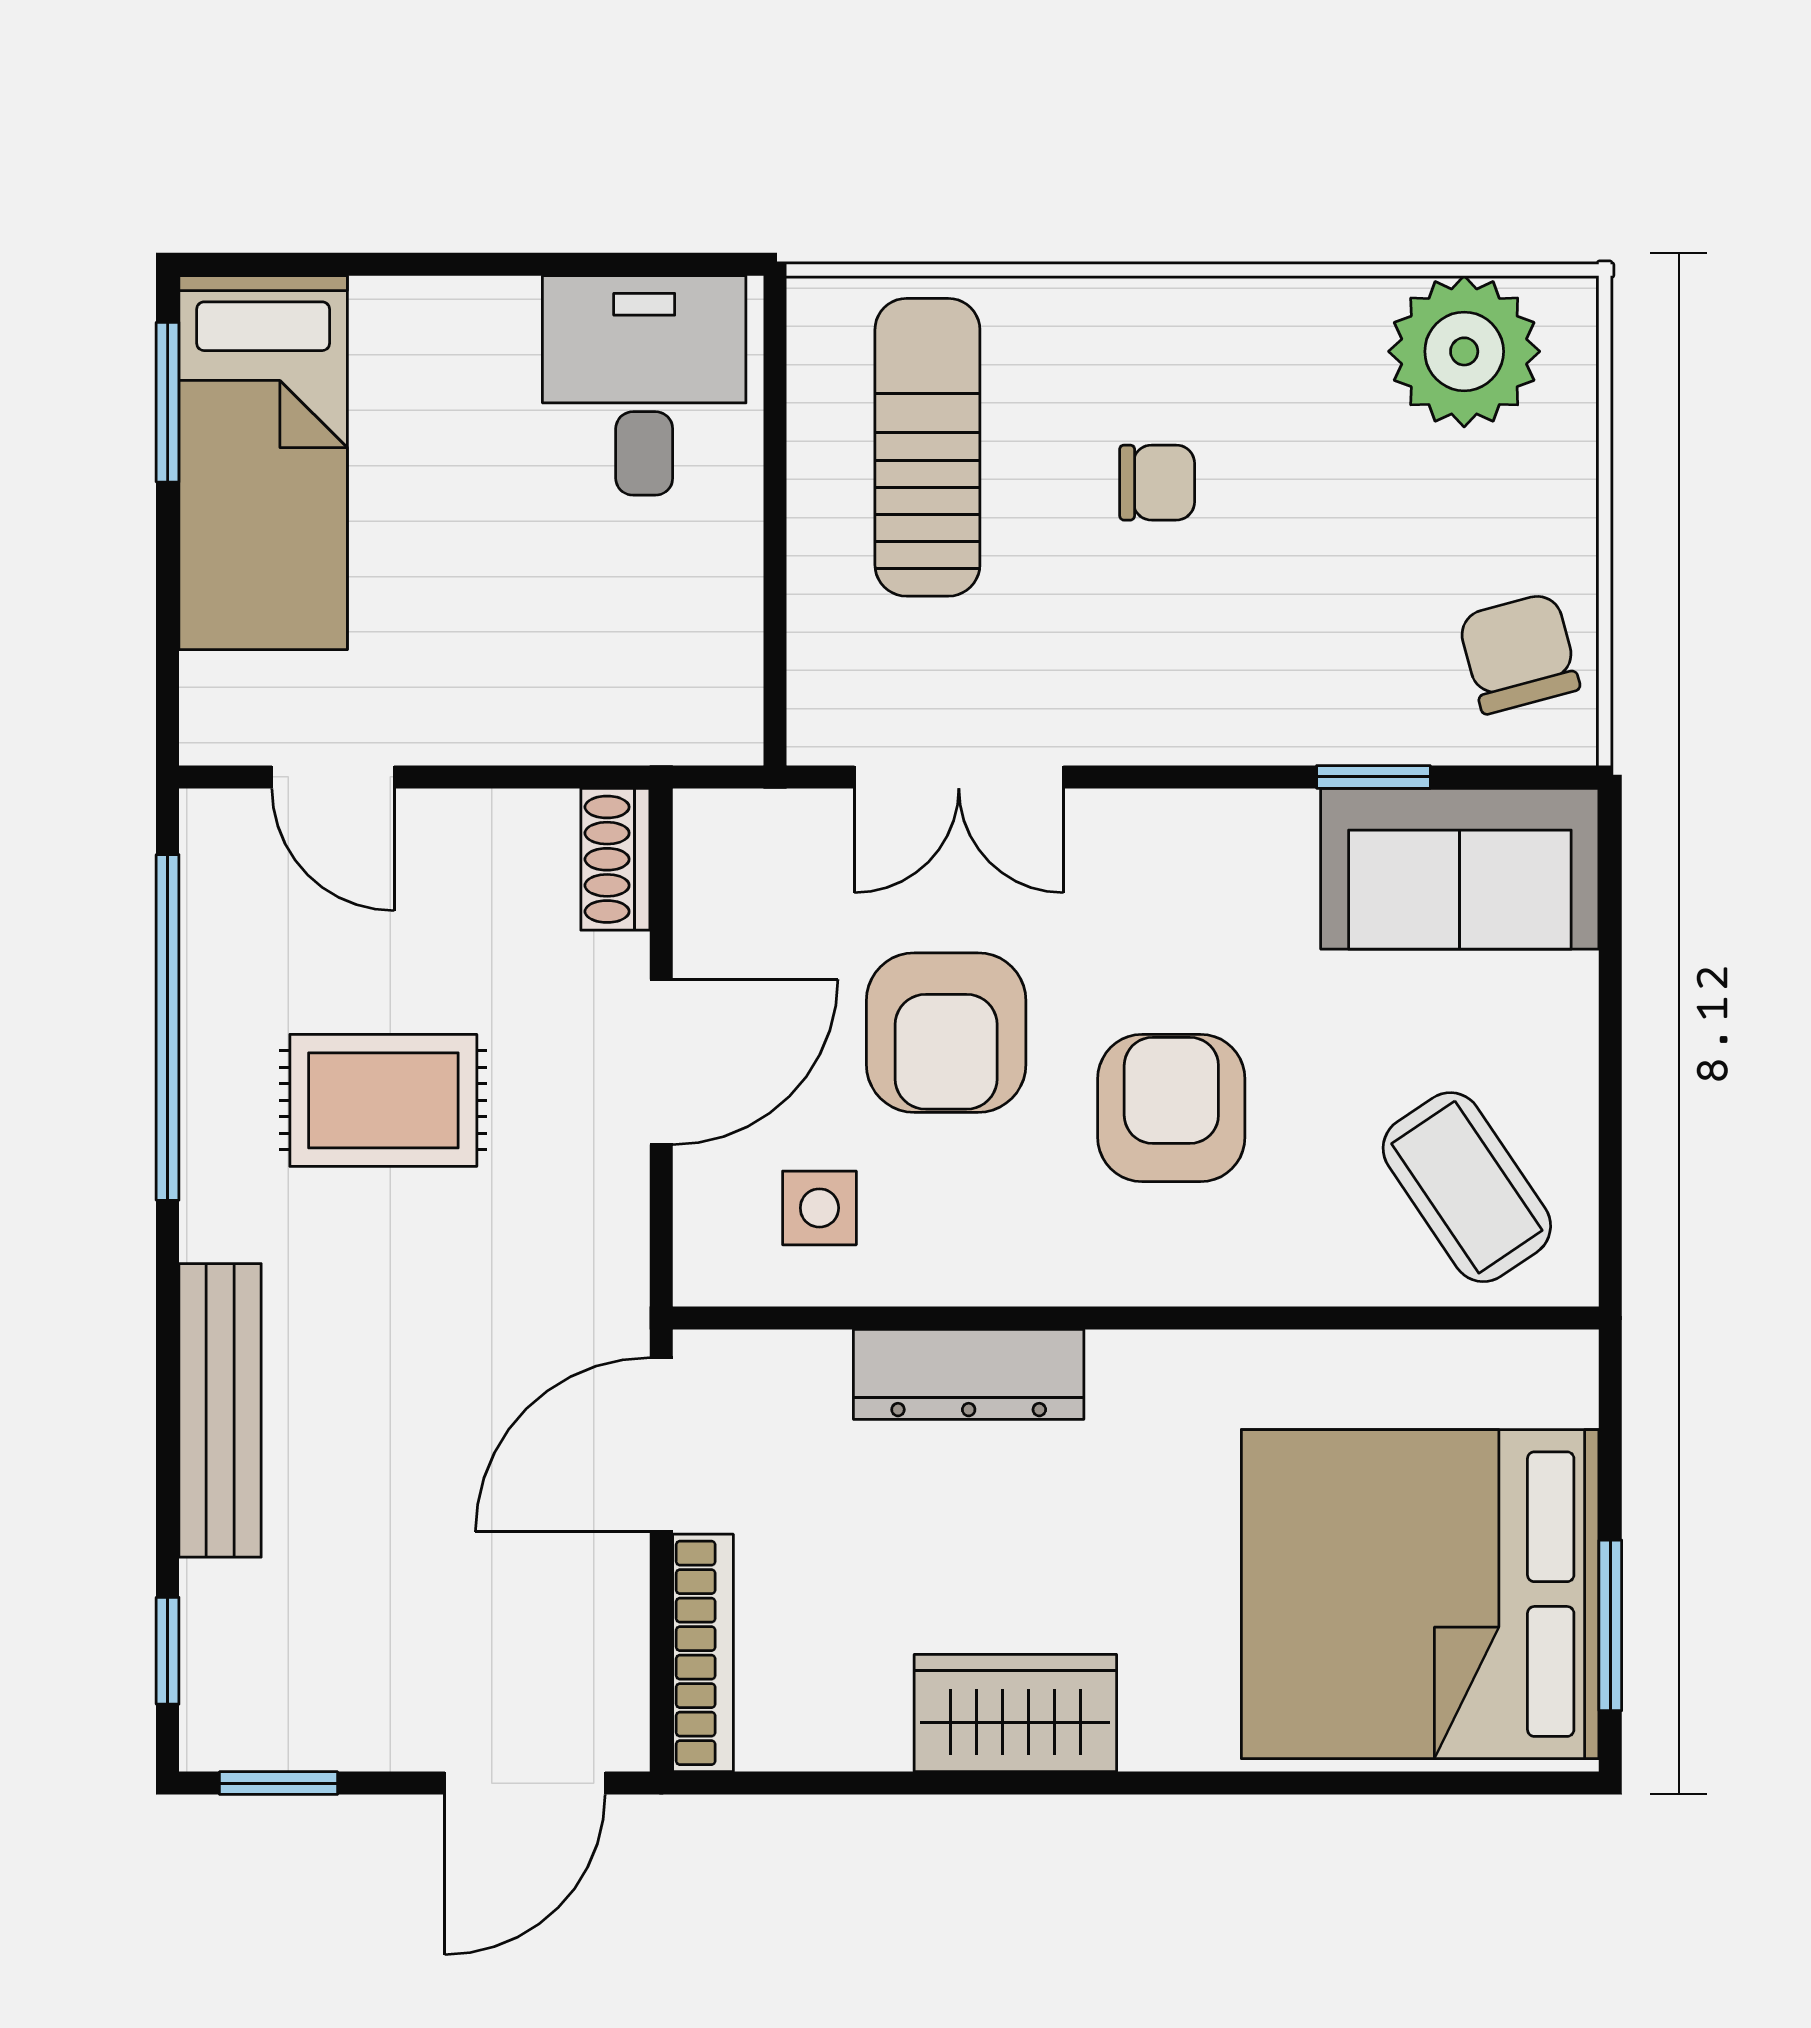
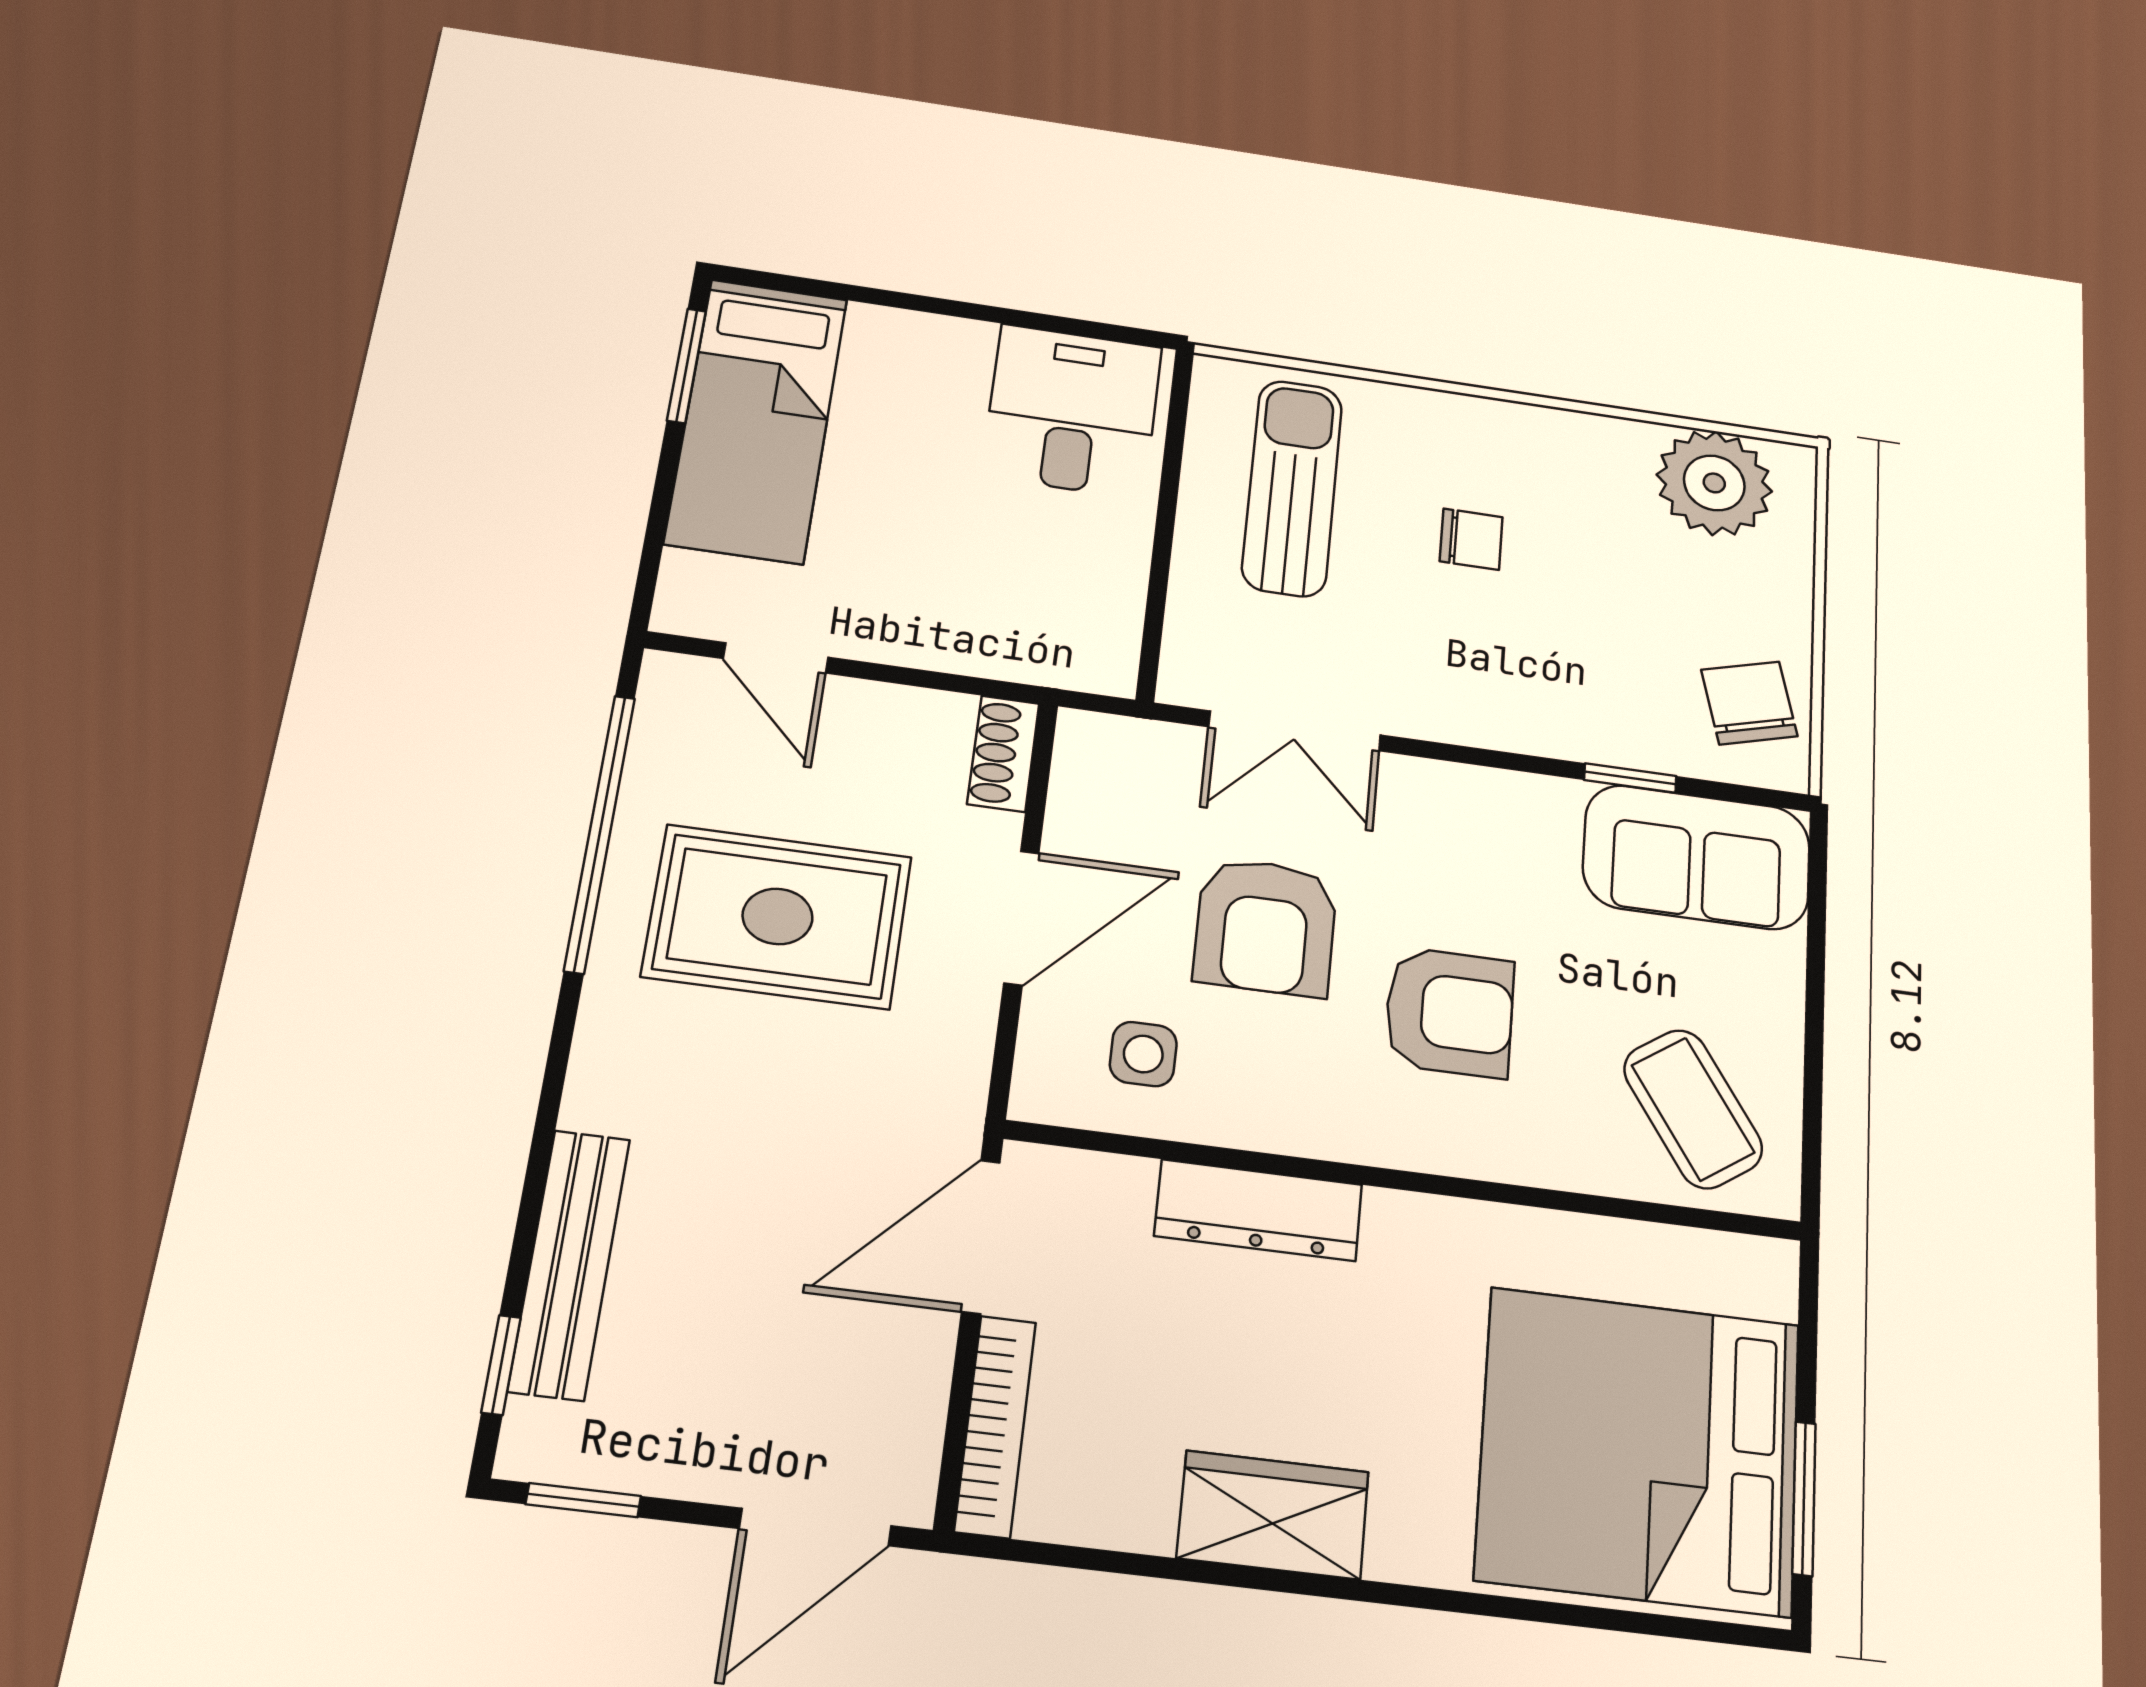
rug: (383, 1100) -> (778, 916), width x1.36, depth x1.43
armchair: (1171, 1108) -> (1450, 1012), turned 90
bench: (220, 1410) -> (569, 1264), moved

